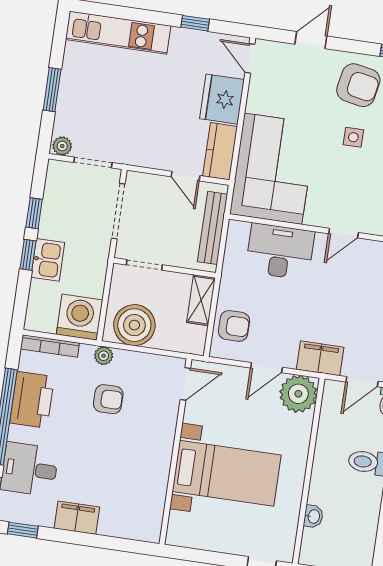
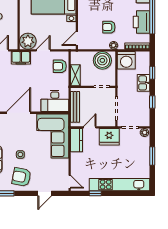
kitchen unit: (118, 33) -> (119, 185), width x1.36
fridge: (222, 99) -> (109, 137), moved, turned 90
door: (186, 176) -> (90, 127), hinge flipped
door: (343, 233) -> (19, 113), width x1.88
desk: (280, 252) -> (55, 101), moved
window: (28, 255) -> (152, 73), moved

